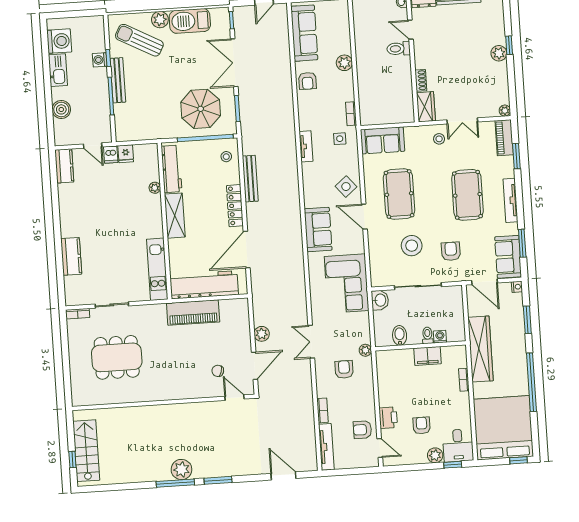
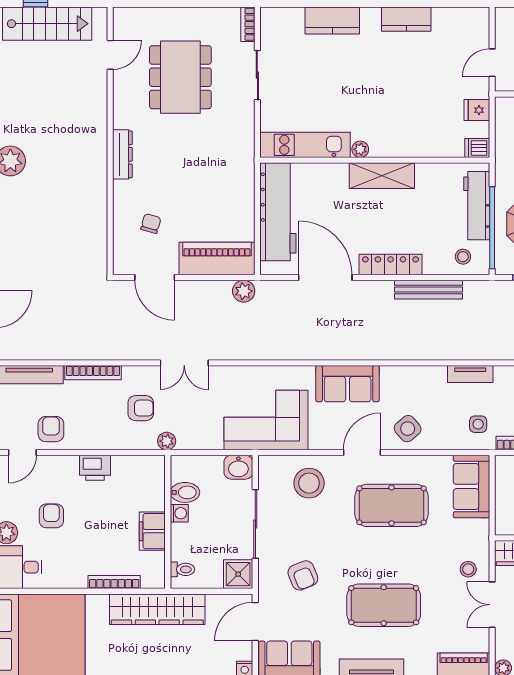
dishwasher: (111, 154) -> (477, 148), moved
kitchen counter: (64, 166) -> (406, 19), moved
workbench: (172, 169) -> (477, 206), moved, turned 90
plant: (155, 188) -> (360, 149), moved
stool: (412, 246) -> (309, 483), moved
armchair: (451, 251) -> (303, 575), turned 68
shower: (453, 295) -> (238, 574), added
piano: (193, 313) -> (217, 258), moved, turned 90
plant: (262, 334) -> (244, 291), moved
toilet: (427, 335) -> (182, 569), moved
washing machine: (440, 337) -> (179, 513), moved
double door: (311, 342) -> (184, 363), swing flipped
bookcase: (464, 380) -> (114, 582), width x1.56
dresser: (172, 393) -> (122, 154), added
door: (235, 398) -> (110, 55), moved
bookcase: (323, 410) -> (93, 373), width x1.56
printer: (388, 418) -> (95, 468), moved
armchair: (422, 425) -> (51, 516), turned -90

